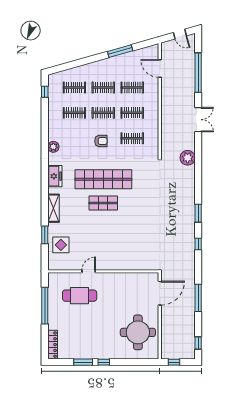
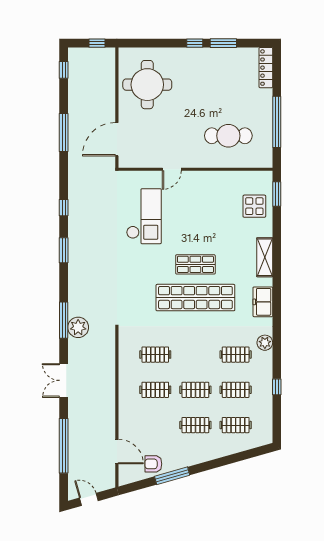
clothes rail: (132, 88) -> (236, 355), moved
window: (45, 92) -> (277, 387), moved
armchair: (101, 141) -> (153, 464), moved
window: (198, 163) -> (64, 320), added
window: (45, 235) -> (277, 194), moved
checkout: (140, 238) -> (144, 216), added
door: (89, 271) -> (172, 169), moved

